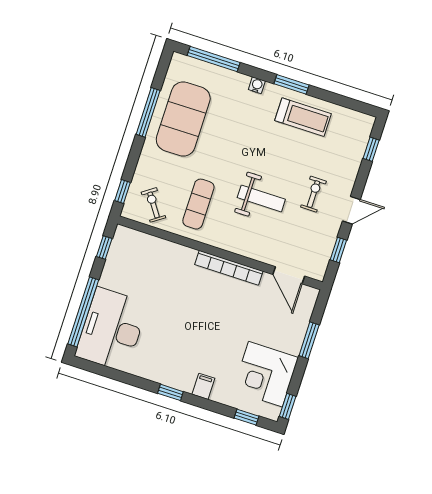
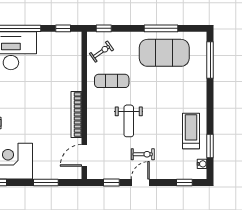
window: (291, 84) -> (210, 146), moved
water cooler: (257, 85) -> (202, 164), moved
treadmill: (303, 117) -> (191, 131), turned 180
door: (351, 210) -> (140, 183), swing flipped

